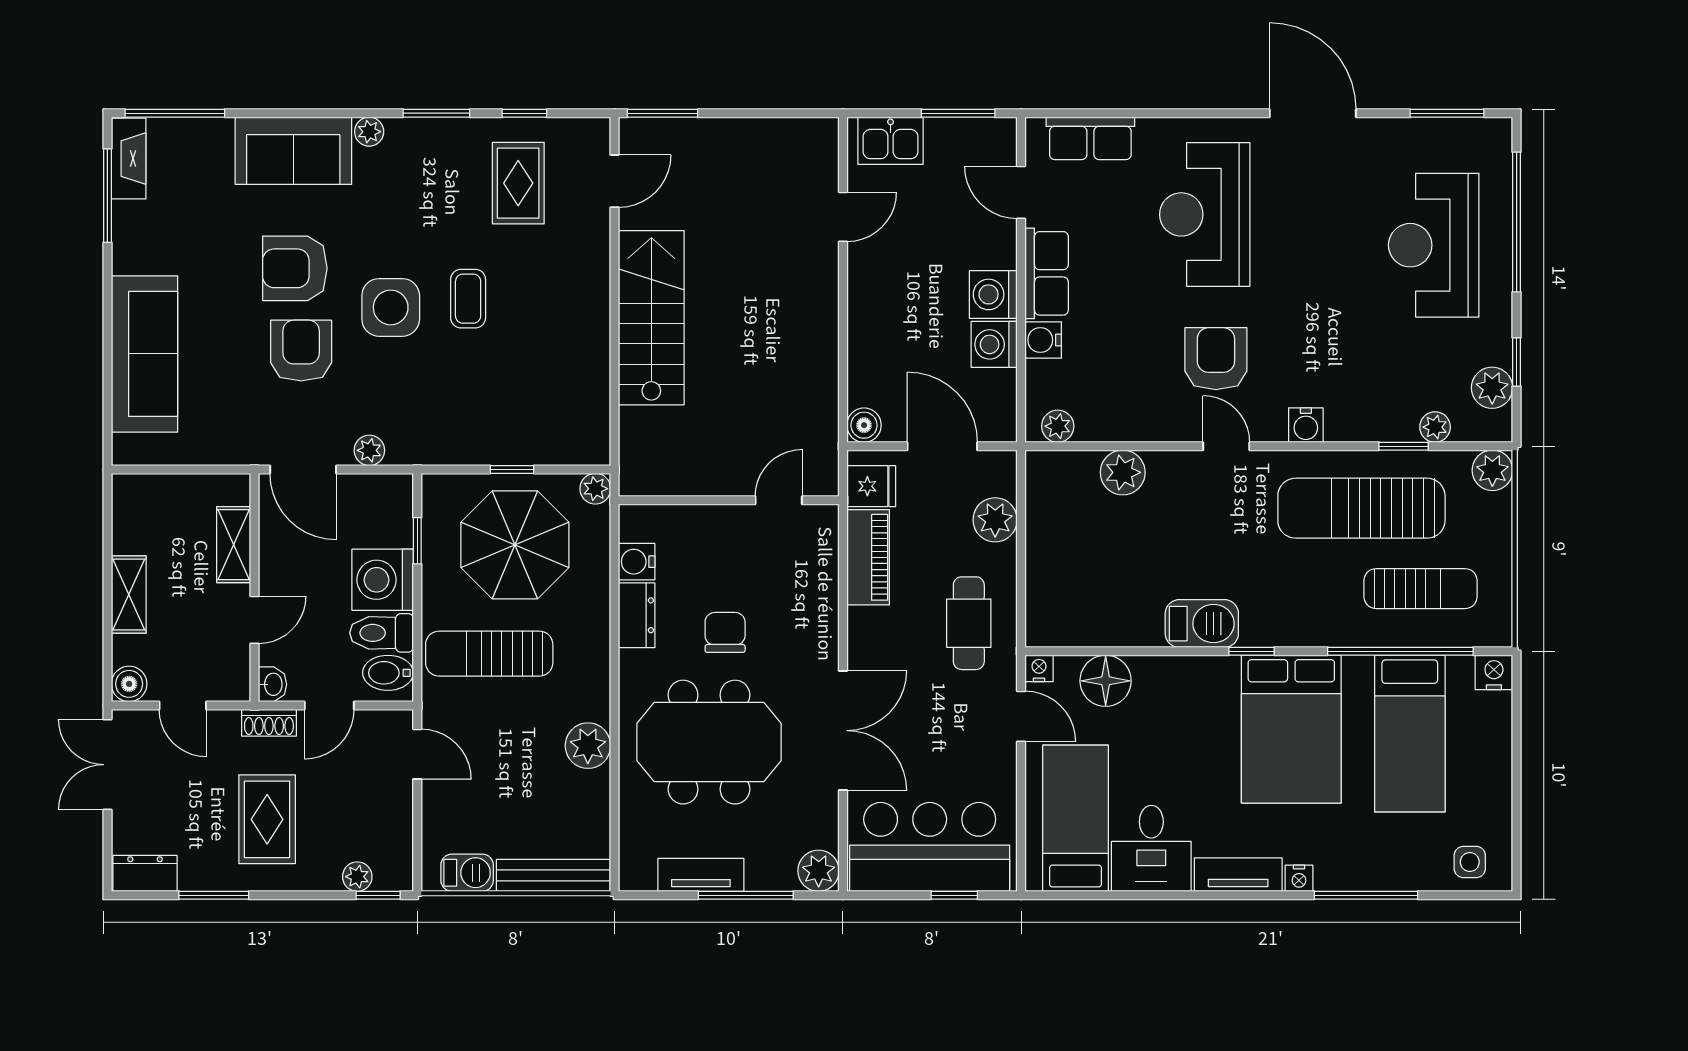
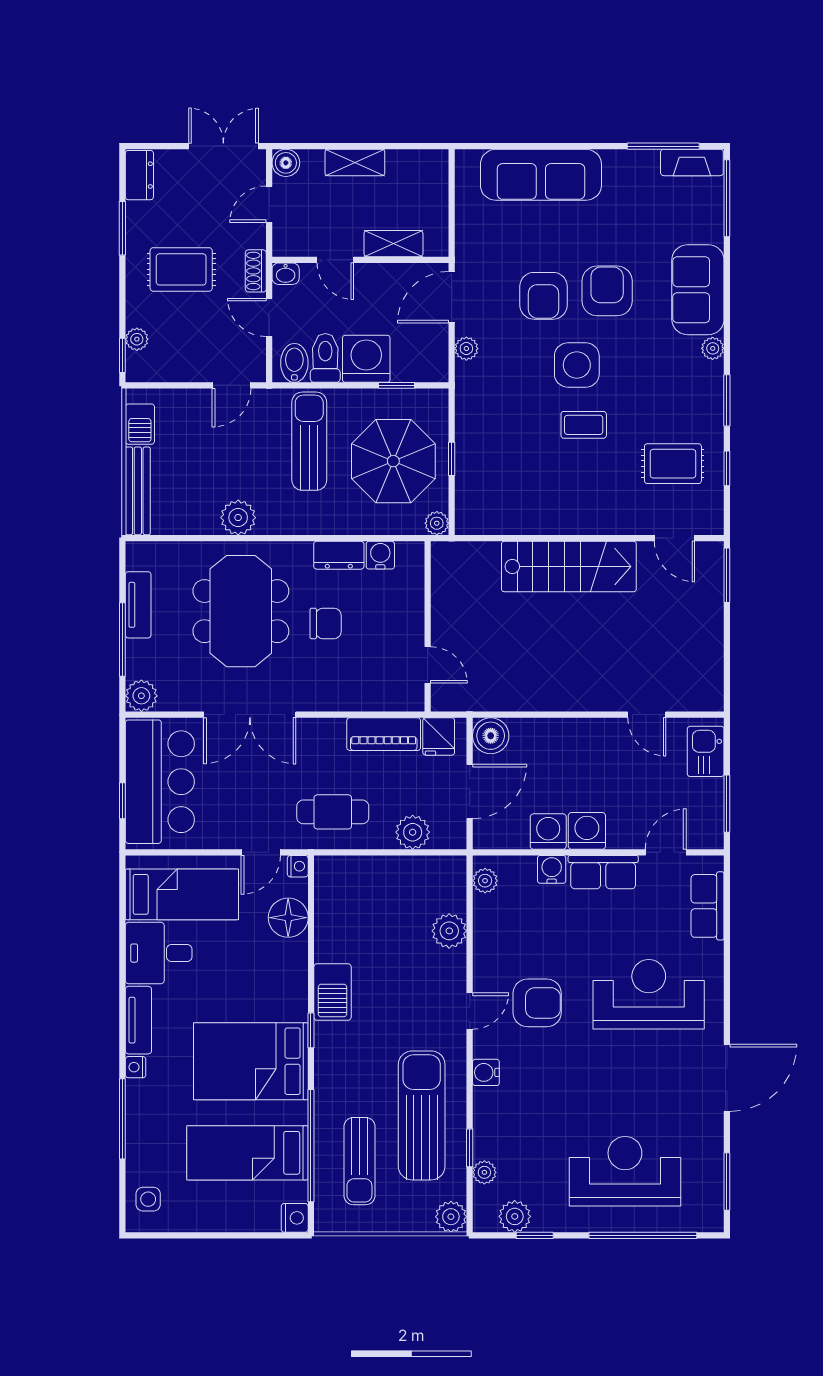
armchair: (301, 351) -> (543, 296), turned 90
boiler: (864, 425) -> (491, 736), width x1.36, depth x1.36

